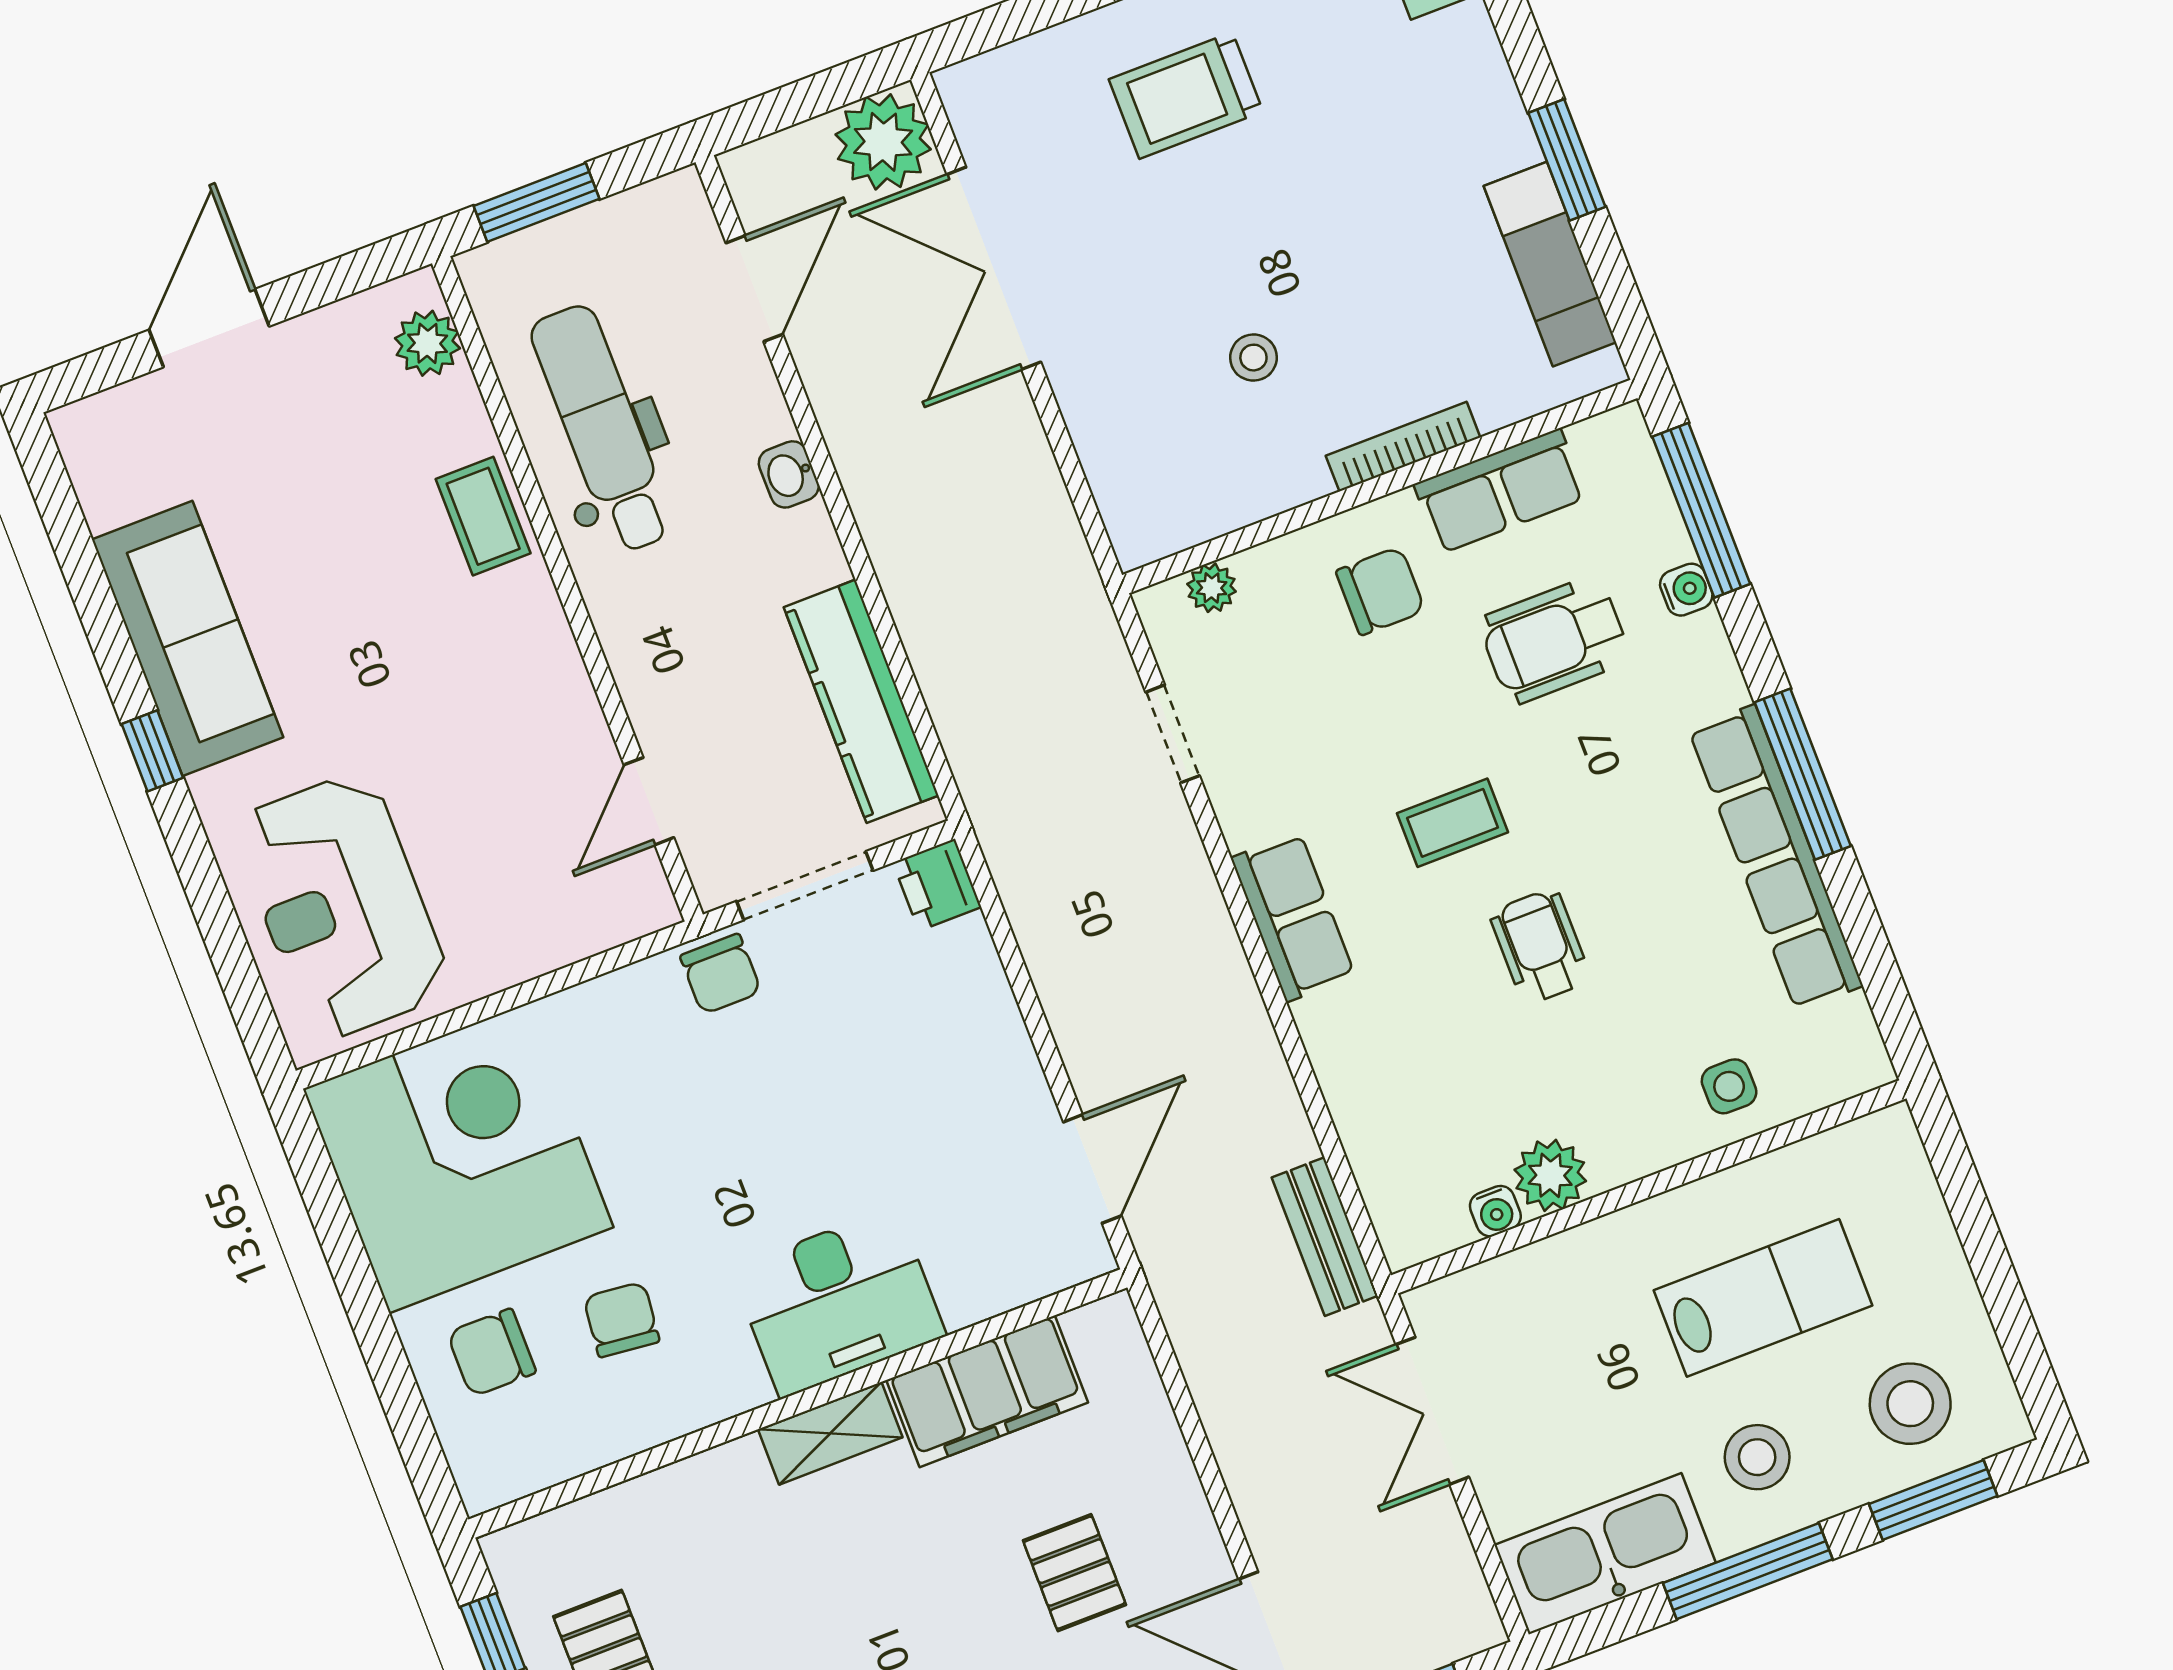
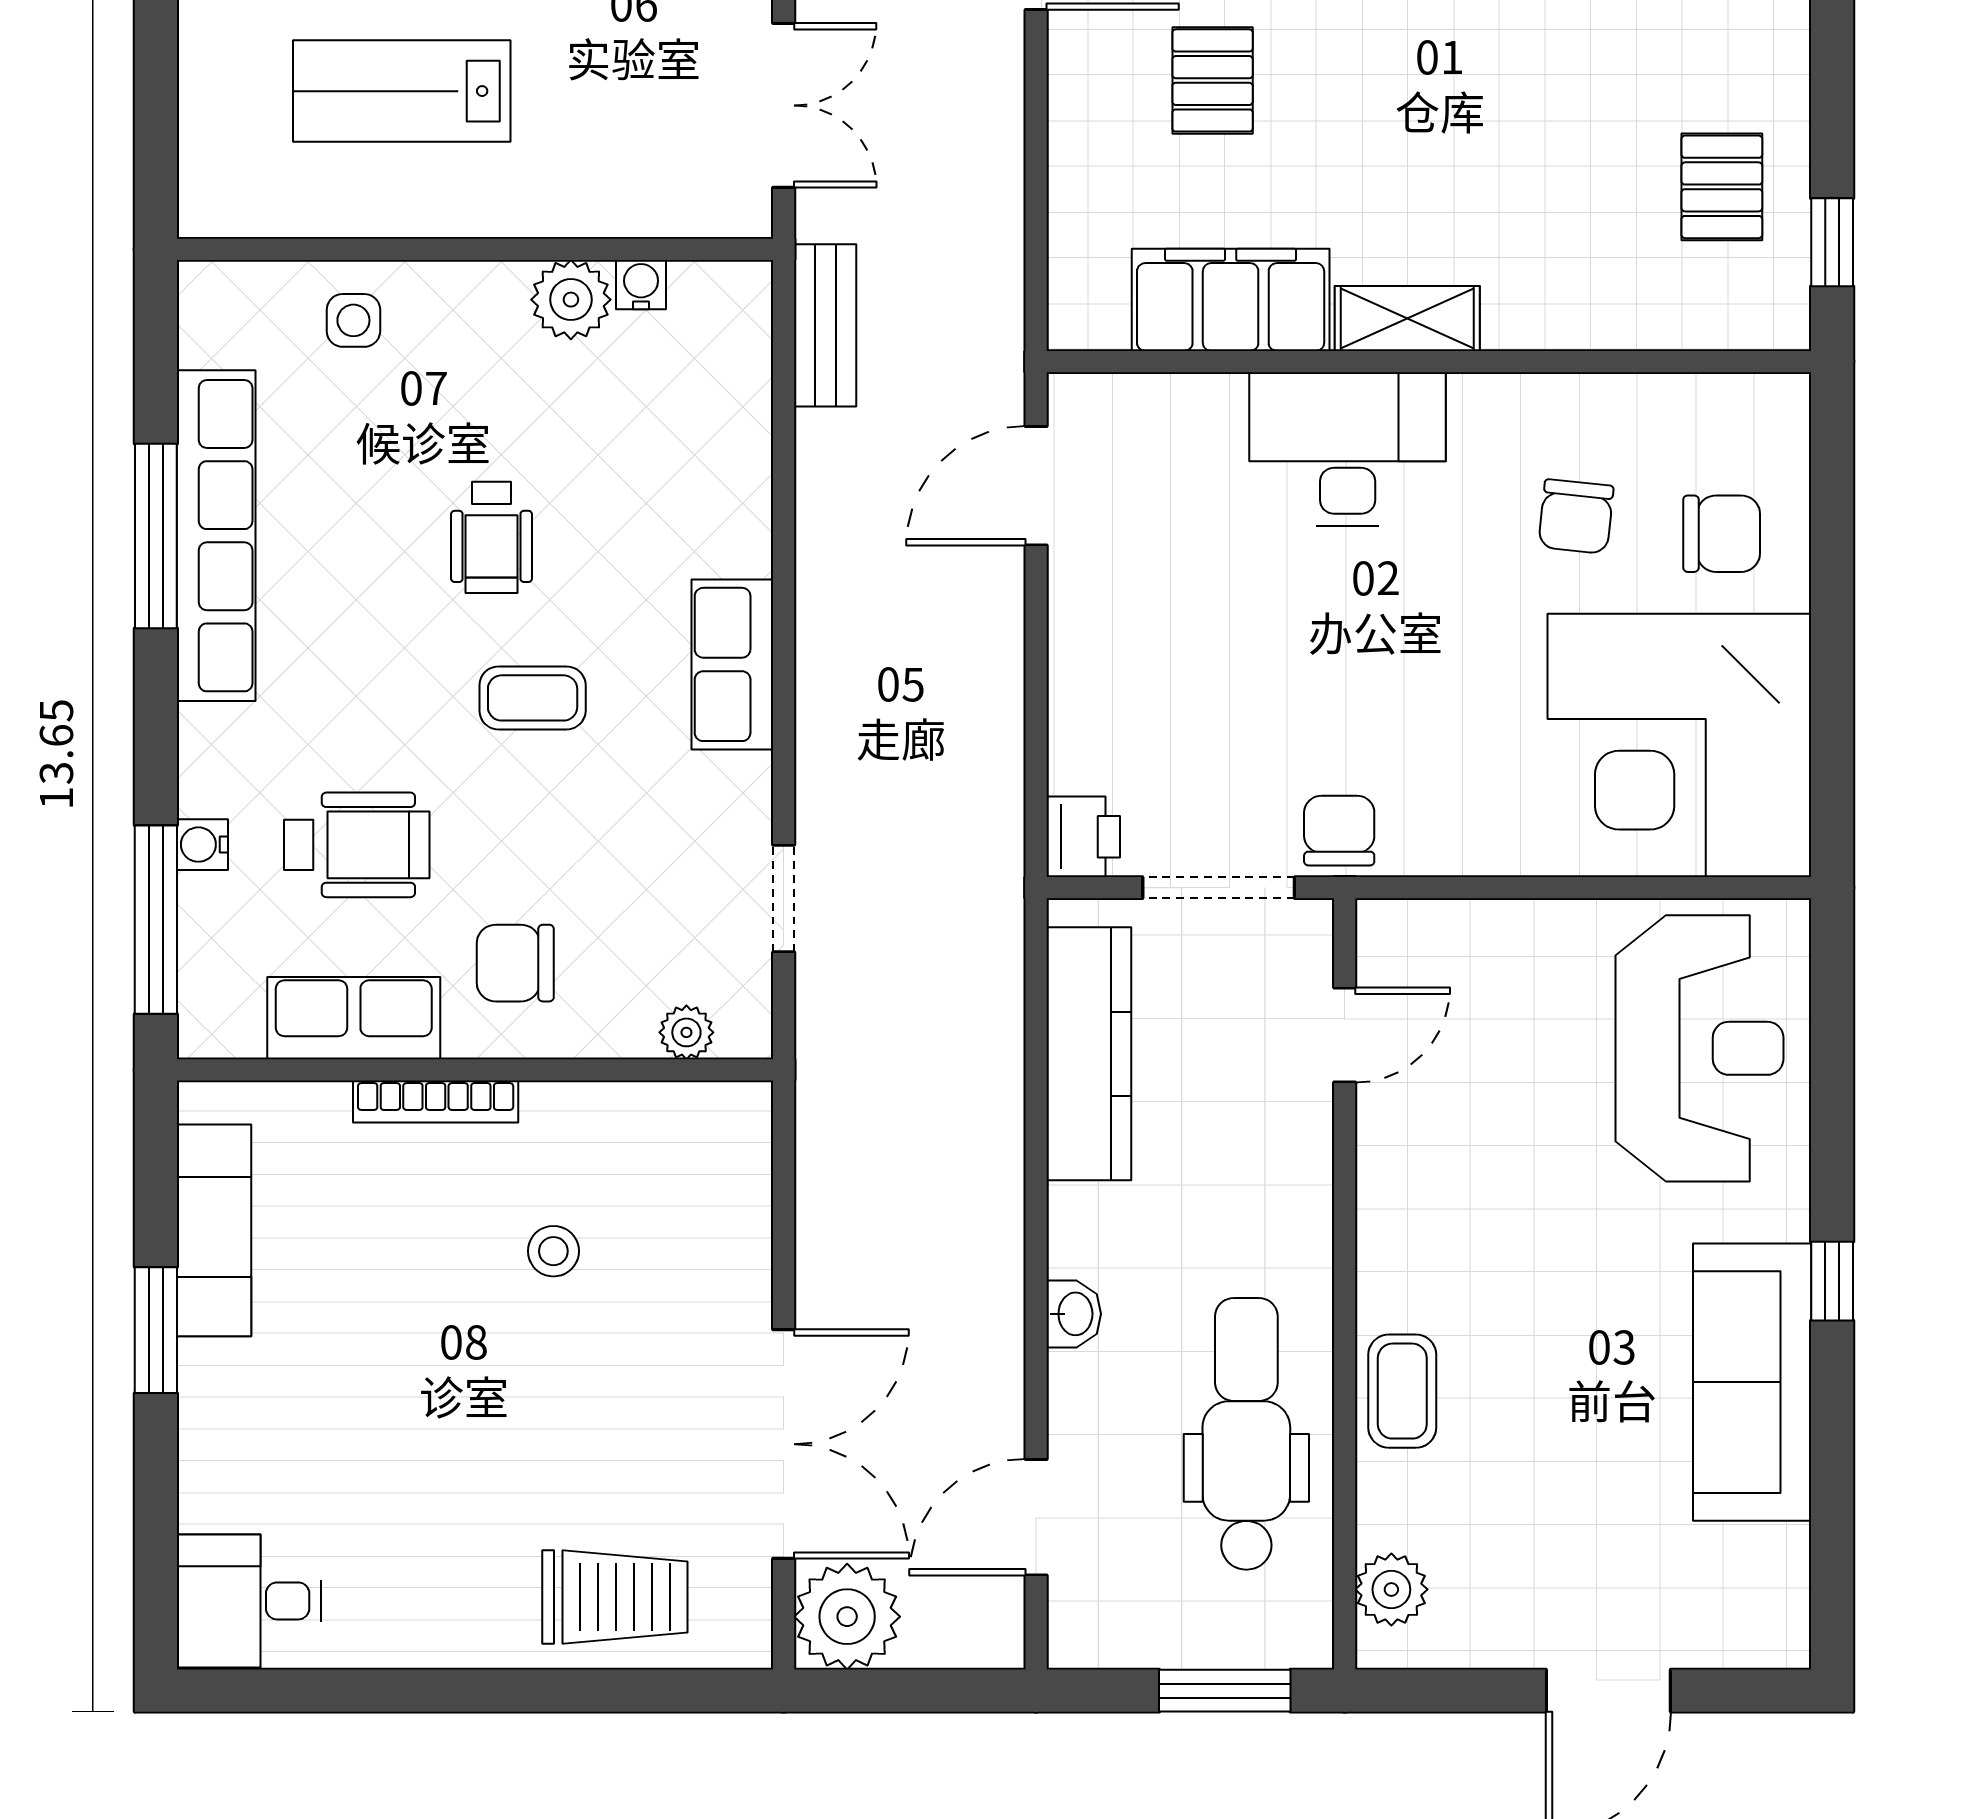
trolley: (1186, 95) -> (615, 1597), moved
dental chair: (602, 429) -> (1246, 1434), turned 180
window: (1803, 774) -> (156, 536), moved

